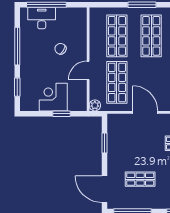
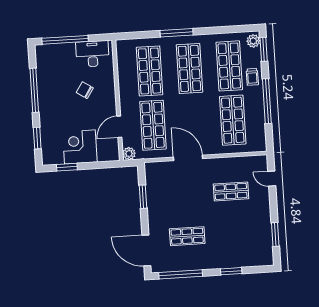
desk: (42, 18) -> (92, 54), moved
door: (88, 70) -> (119, 127), moved
window: (62, 114) -> (67, 167), moved

